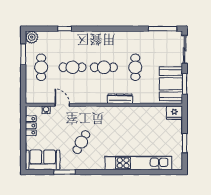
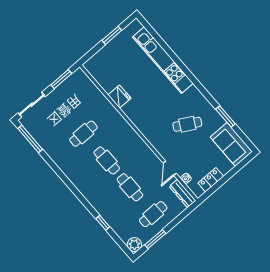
booth: (171, 84) -> (71, 91), removed
dresser: (120, 99) -> (182, 193), moved
fridge: (174, 113) -> (119, 97), moved

